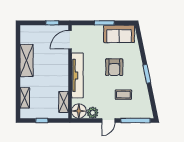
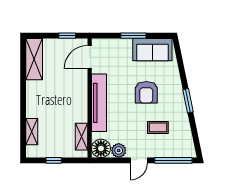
shelving: (27, 60) -> (34, 59), moved

